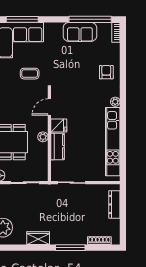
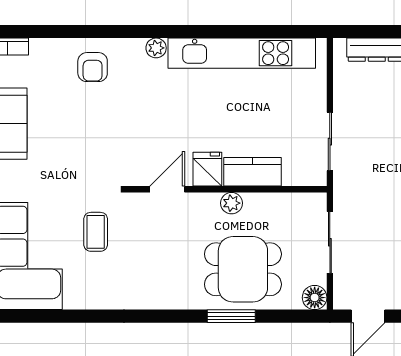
armchair: (106, 72) -> (93, 67), turned -90
door: (49, 107) -> (167, 189), swing flipped

